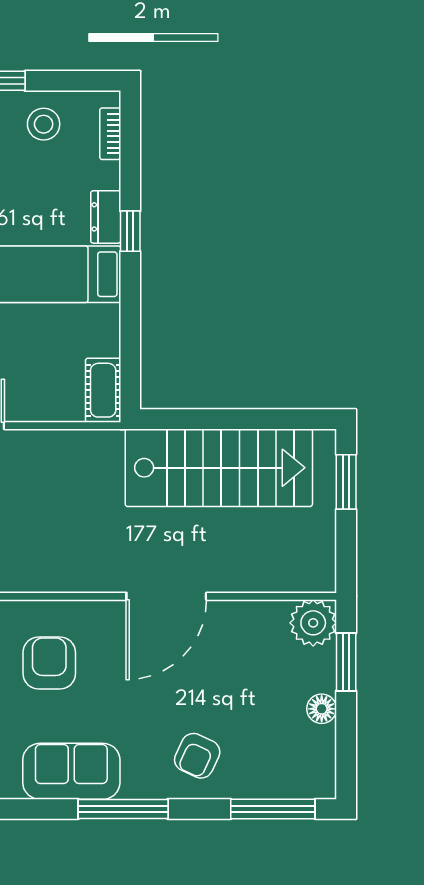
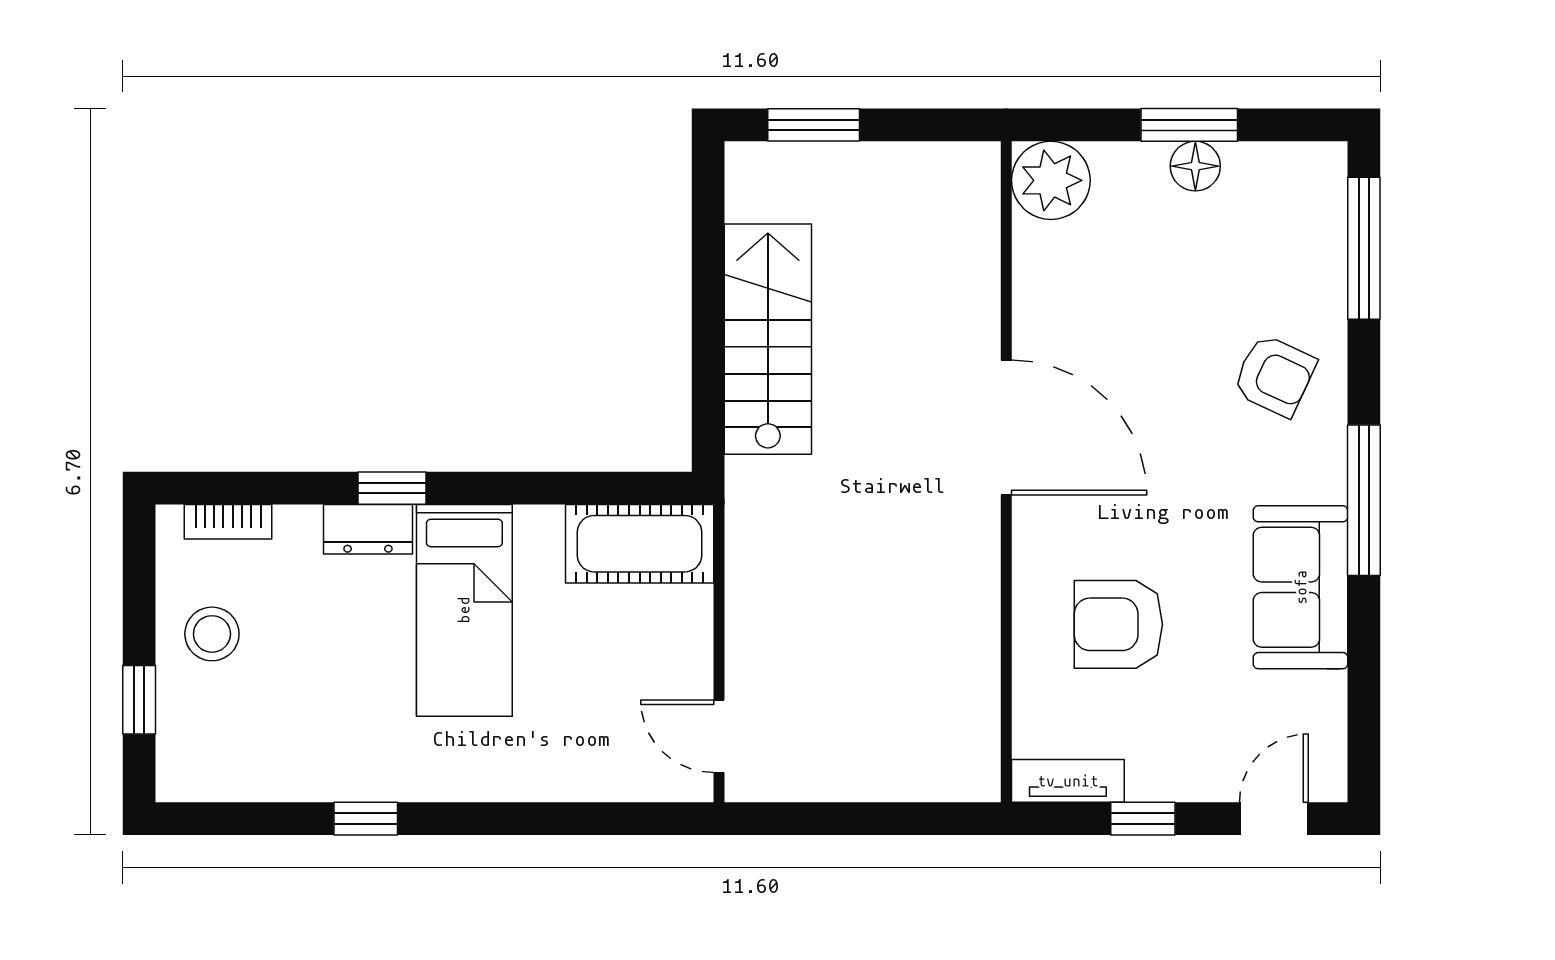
cot: (103, 390) -> (640, 544), width x1.37, depth x1.34
stairs: (219, 468) -> (768, 339), width x0.73, depth x0.66
window: (346, 662) -> (1189, 125), moved

